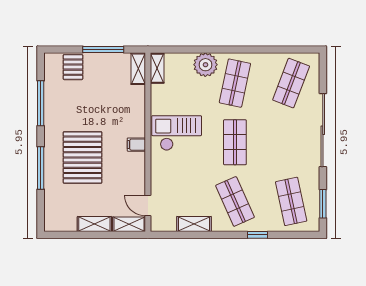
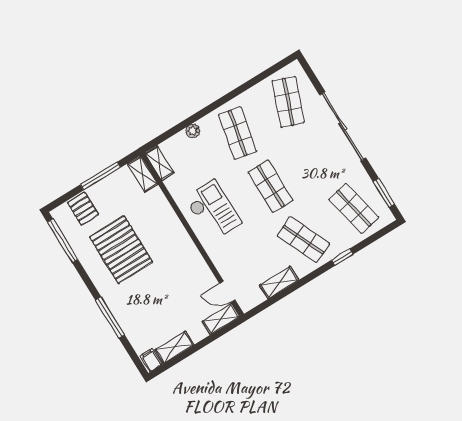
plant: (205, 65) -> (193, 131), width x0.53, depth x0.53
window: (41, 103) -> (63, 241), moved
checkout: (177, 133) -> (213, 210), turned 90
filing cabinet: (136, 145) -> (151, 360), moved, turned 90
pallet: (83, 157) -> (121, 250), moved
shelving: (94, 224) -> (174, 347), moved

